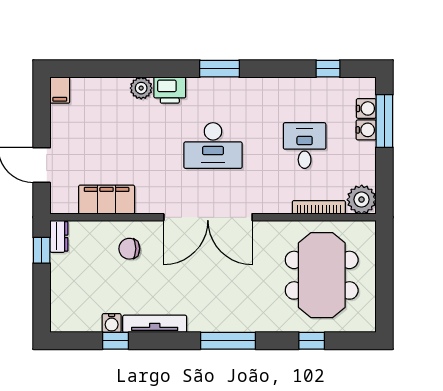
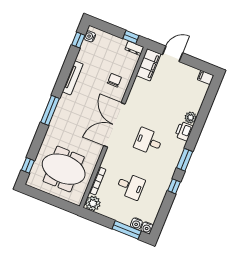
window: (328, 69) -> (174, 186), moved
water cooler: (366, 130) -> (147, 228), moved
desk: (213, 146) -> (148, 141), width x0.73
filing cabinet: (107, 200) -> (149, 65), moved
water cooler: (112, 323) -> (90, 36), moved
window: (116, 341) -> (78, 40), moved
window: (312, 341) -> (28, 165), moved

